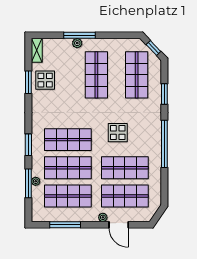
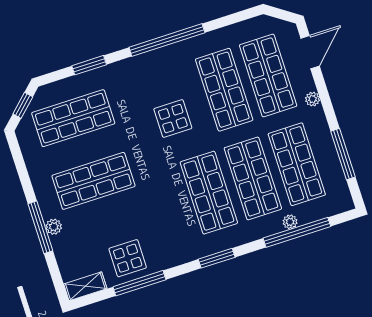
window: (28, 82) -> (139, 283), width x1.44
window: (28, 145) -> (217, 258), moved
window: (28, 183) -> (297, 232), width x1.46
door: (119, 225) -> (310, 52), moved

